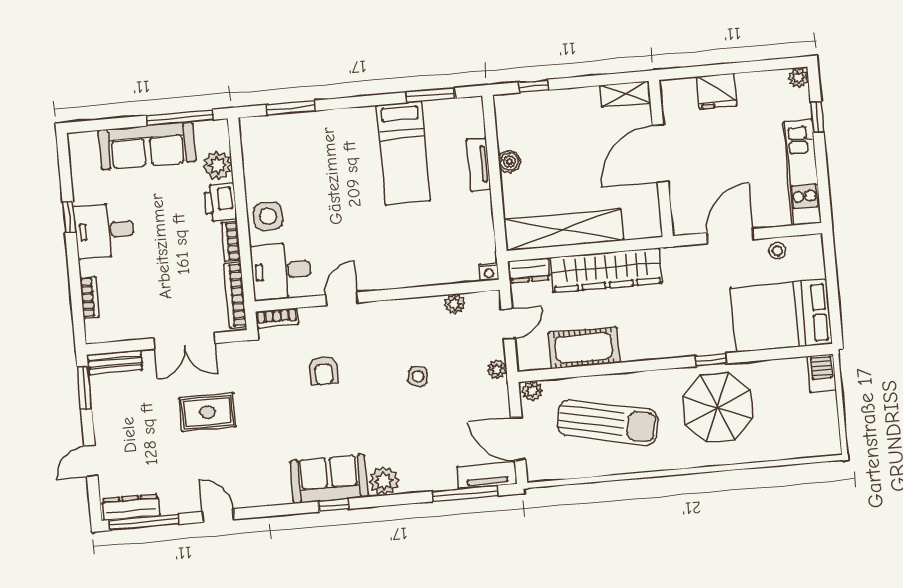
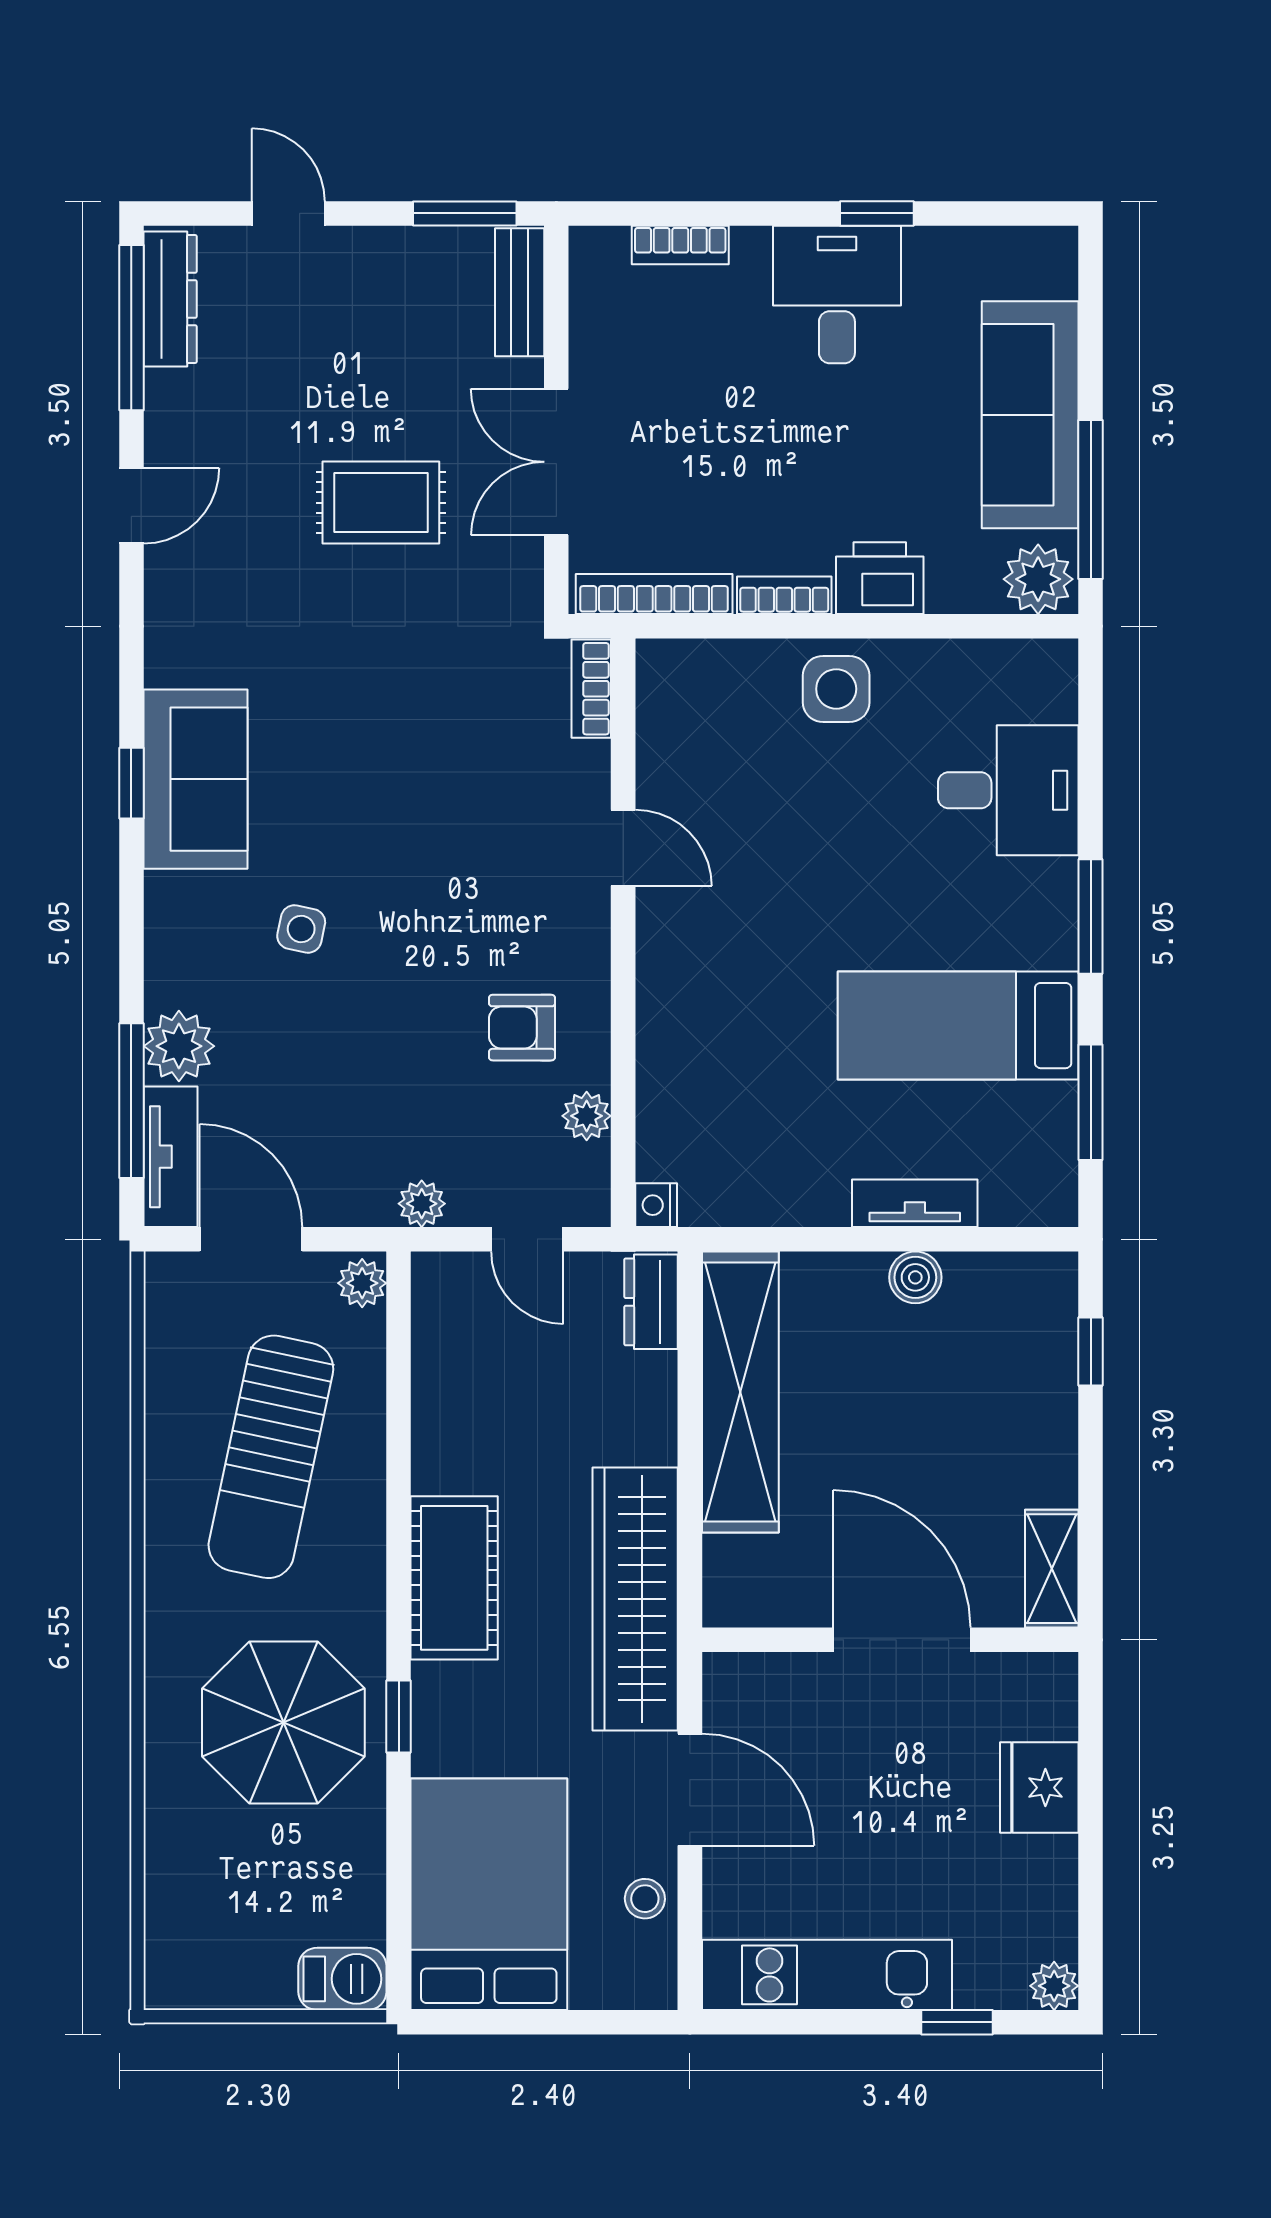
window: (291, 108) -> (1091, 916), moved
plant: (218, 165) -> (1038, 579), moved
wardrobe: (606, 270) -> (635, 1599), moved
desk: (281, 271) -> (1008, 790), moved, turned 90
cot: (584, 348) -> (454, 1578), moved
armchair: (324, 370) -> (522, 1028), moved
side table: (418, 376) -> (301, 929), moved
rug: (208, 412) -> (381, 503), turned 90
door: (518, 439) -> (251, 1239), hinge flipped
plant: (384, 481) -> (179, 1046), moved

